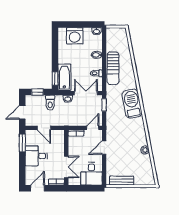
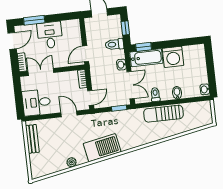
washing machine: (75, 36) -> (173, 57), moved, turned -90
barbecue: (132, 104) -> (102, 148), moved
door: (44, 128) -> (86, 54), moved
door: (93, 128) -> (91, 98), hinge flipped
window: (22, 143) -> (34, 20), moved
double door: (66, 167) -> (41, 72), swing flipped
door: (37, 188) -> (12, 41), hinge flipped

